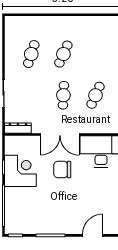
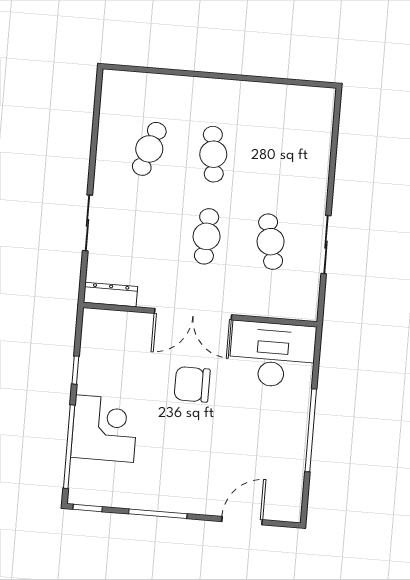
cafe table: (63, 54) -> (213, 154), turned -30
cafe table: (96, 95) -> (271, 242), turned -36
corner desk: (20, 171) -> (105, 429), moved

